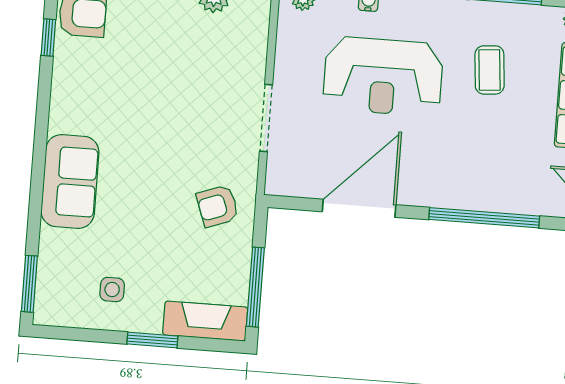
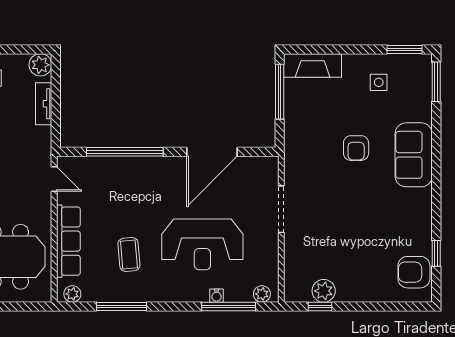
reception desk: (383, 76) -> (202, 244), turned 180
armchair: (217, 206) -> (356, 148), moved, turned 110
window: (152, 340) -> (404, 49), moved

